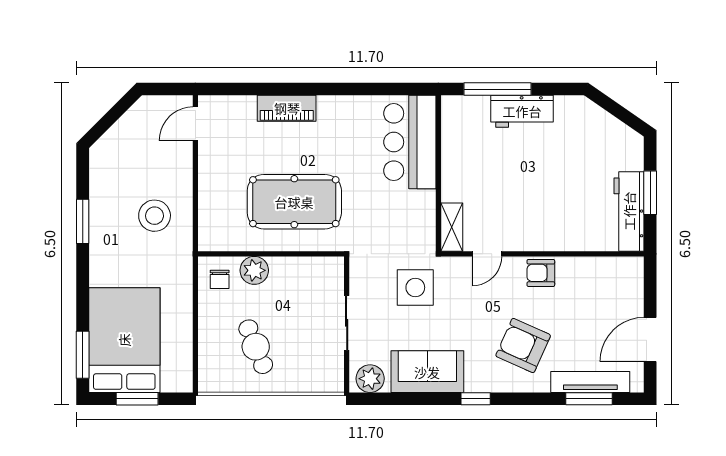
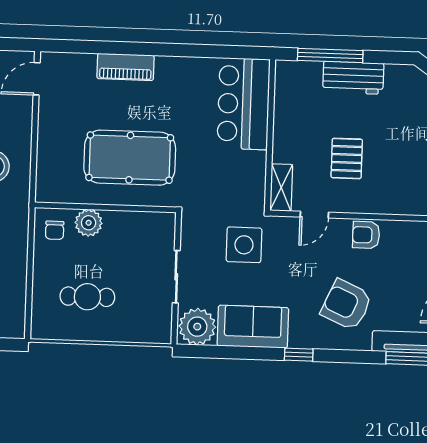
pallet: (518, 195) -> (347, 158), added
cafe table: (256, 347) -> (87, 297), turned -68
plant: (370, 379) -> (197, 327), width x1.36, depth x1.36

